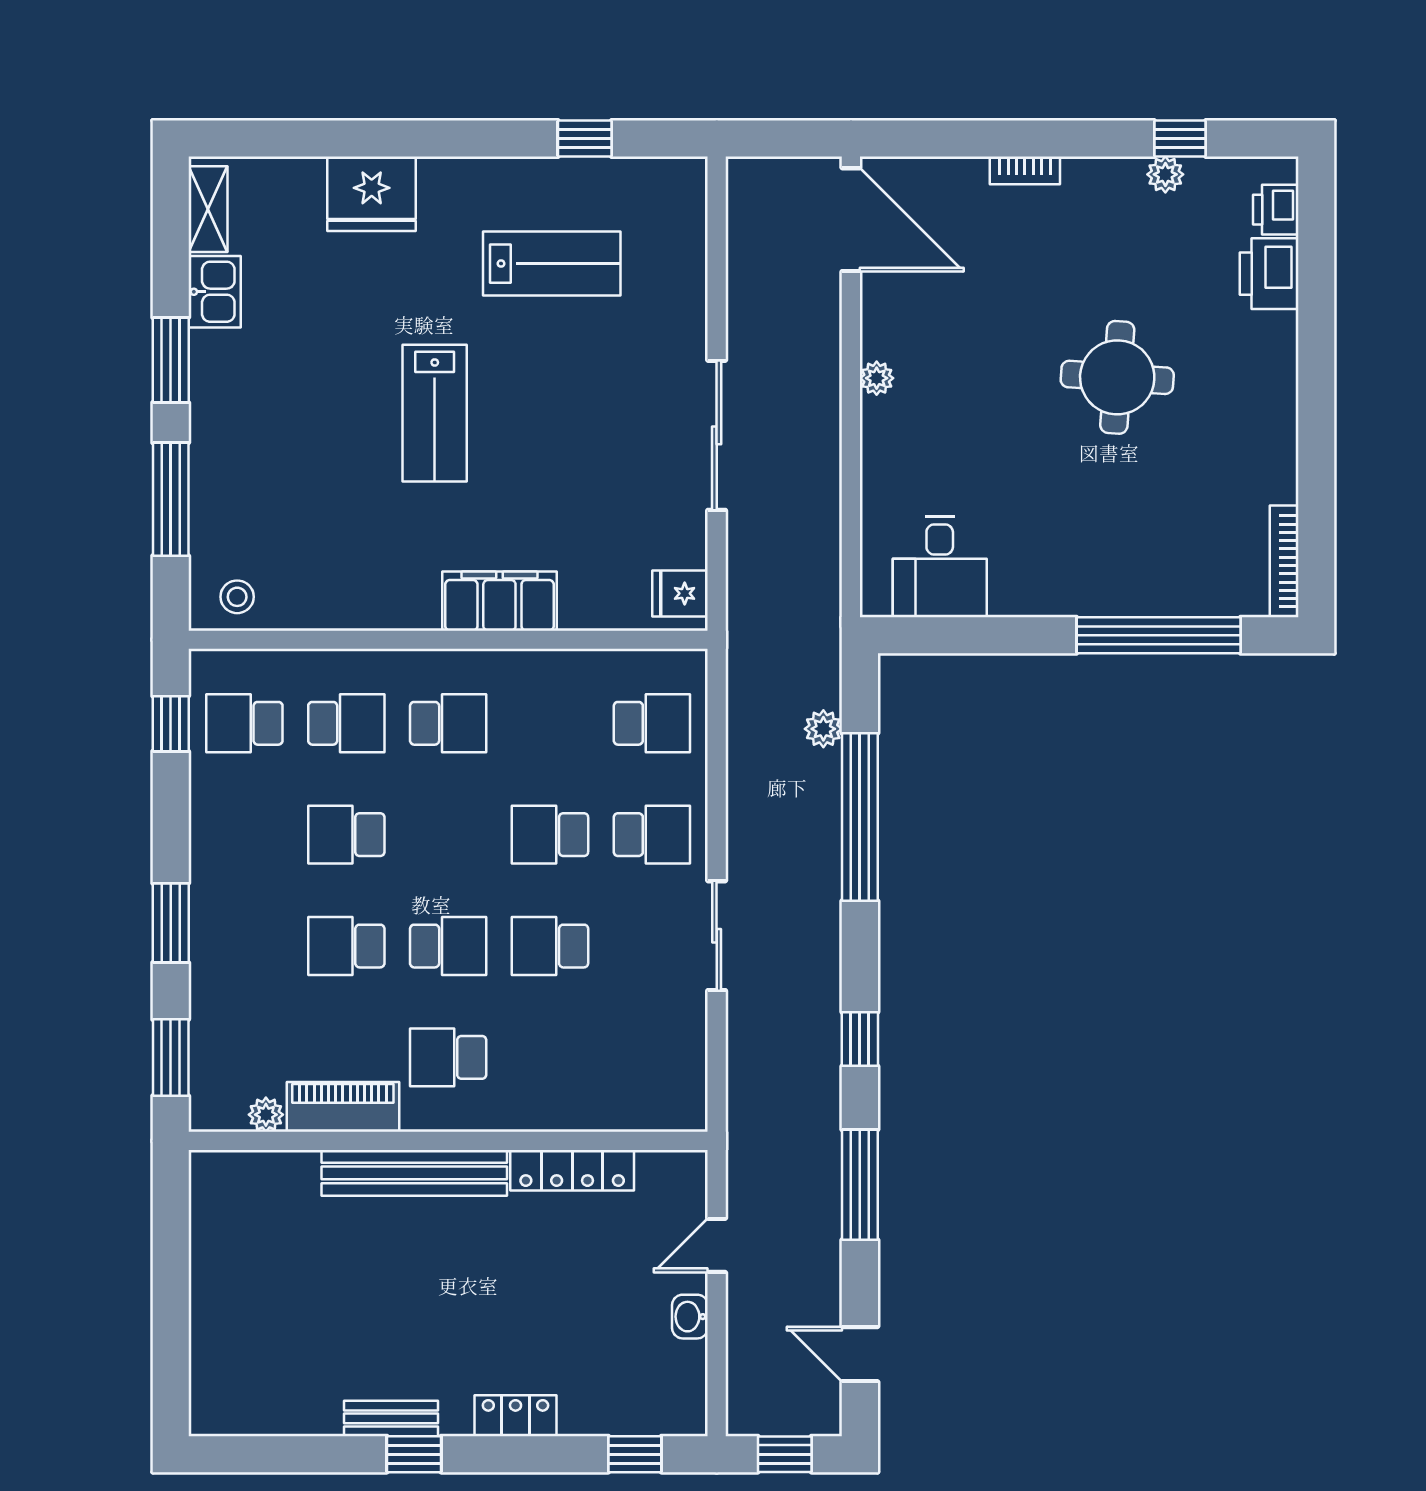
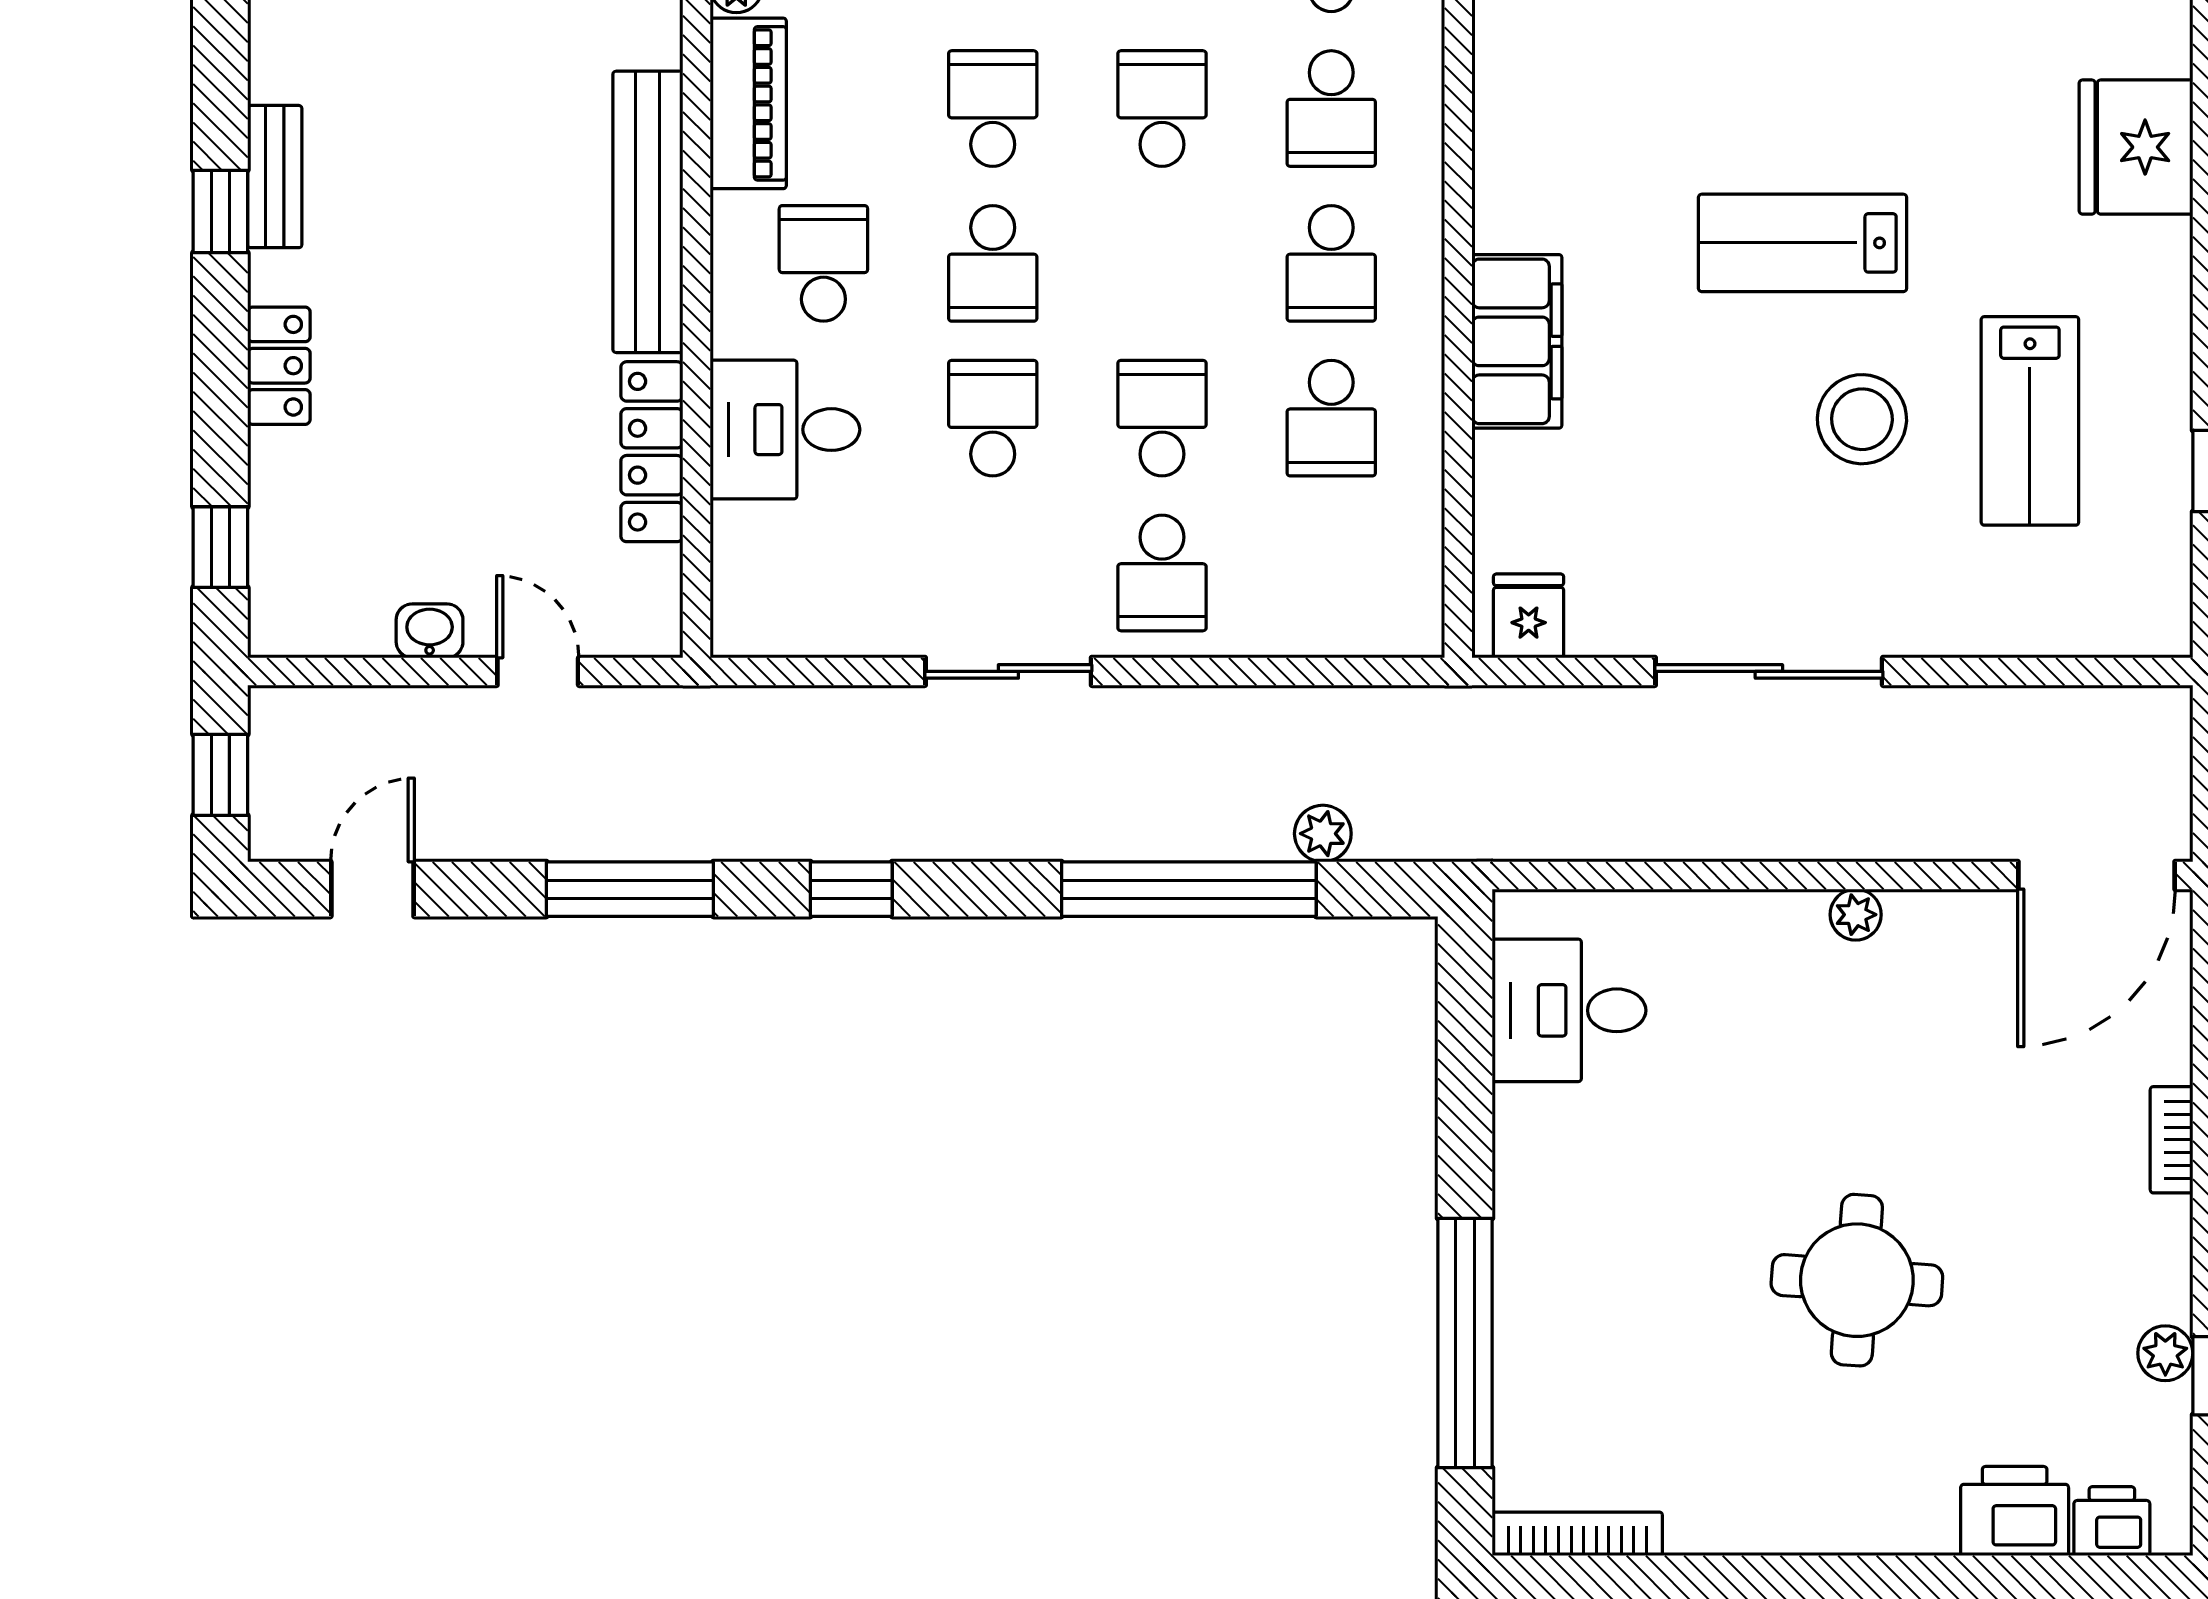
stool: (551, 374) -> (1862, 419), added
school desk: (652, 723) -> (1331, 418), moved
desk: (558, 1083) -> (785, 430), added

